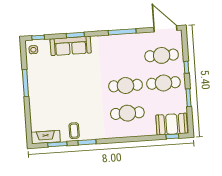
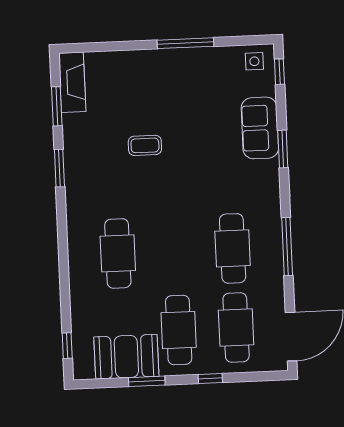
sofa: (71, 46) -> (260, 128), width x0.73
cafe table: (125, 86) -> (233, 248), moved
booth: (172, 124) -> (126, 357), moved, turned 90
coffee table: (74, 131) -> (145, 145), moved

